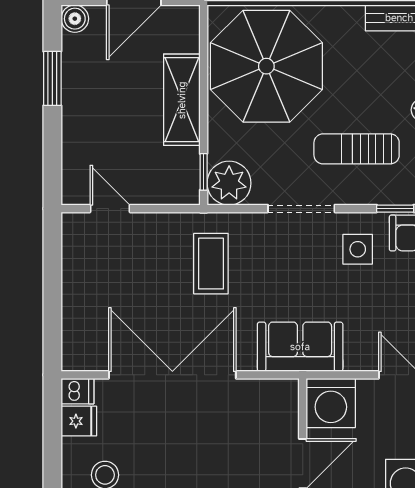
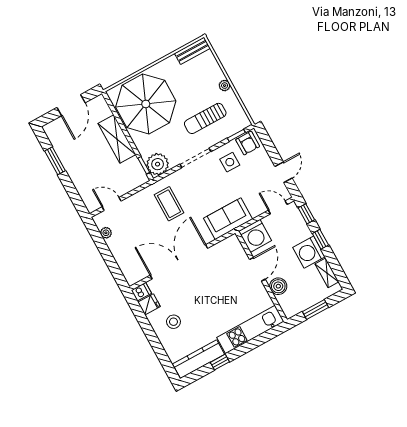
boiler: (75, 19) -> (50, 129), removed
plant: (72, 254) -> (106, 233), added

